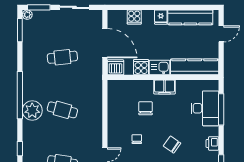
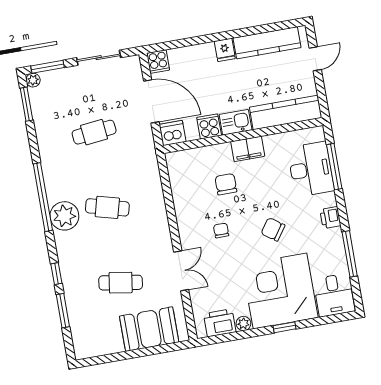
cooker: (134, 17) -> (158, 62), moved

